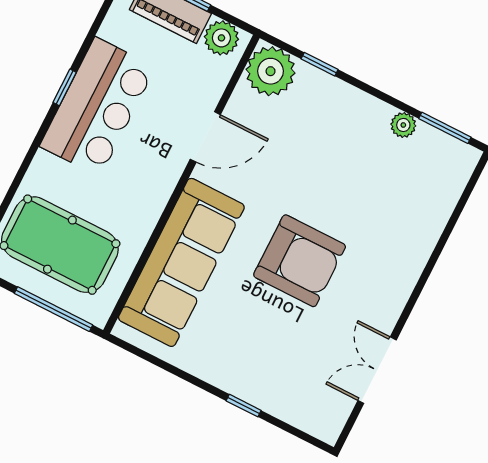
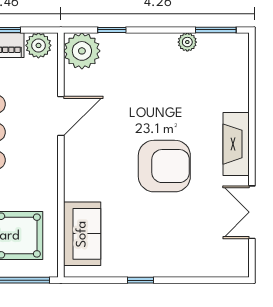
sofa: (181, 262) -> (82, 234), width x0.54, depth x0.79
fireplace: (400, 278) -> (236, 144), added
window: (244, 406) -> (141, 280), moved

